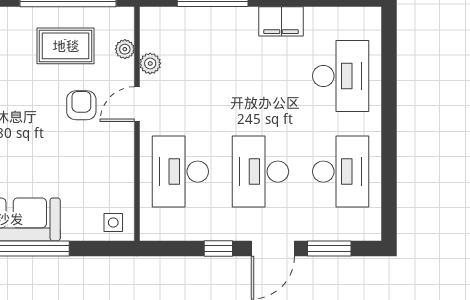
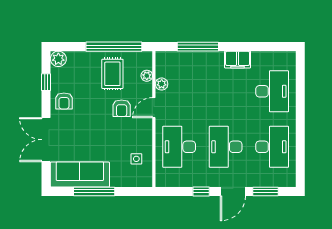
rug: (66, 46) -> (112, 74), turned 90
armchair: (81, 105) -> (122, 108), turned 180
side table: (113, 223) -> (136, 159), moved

